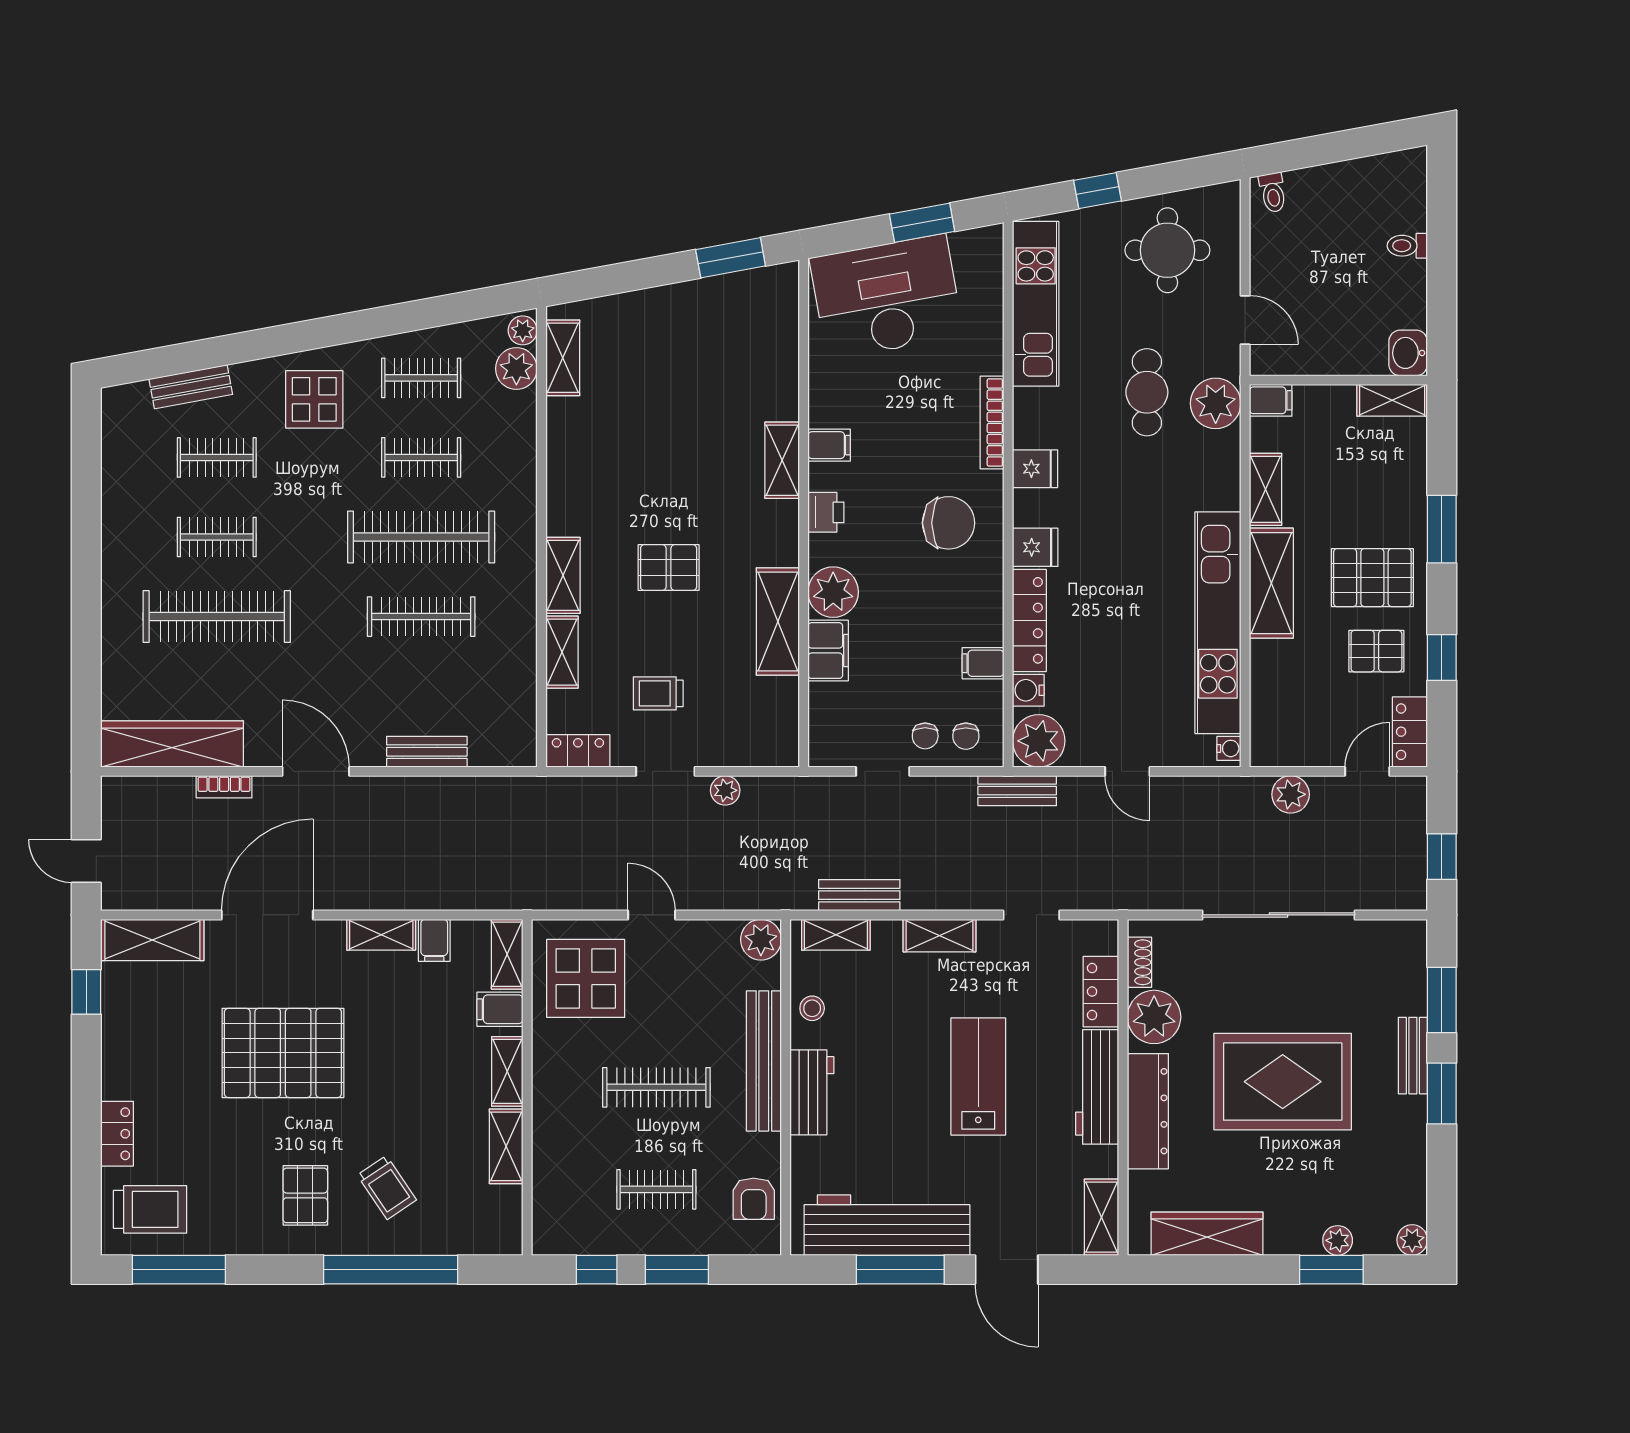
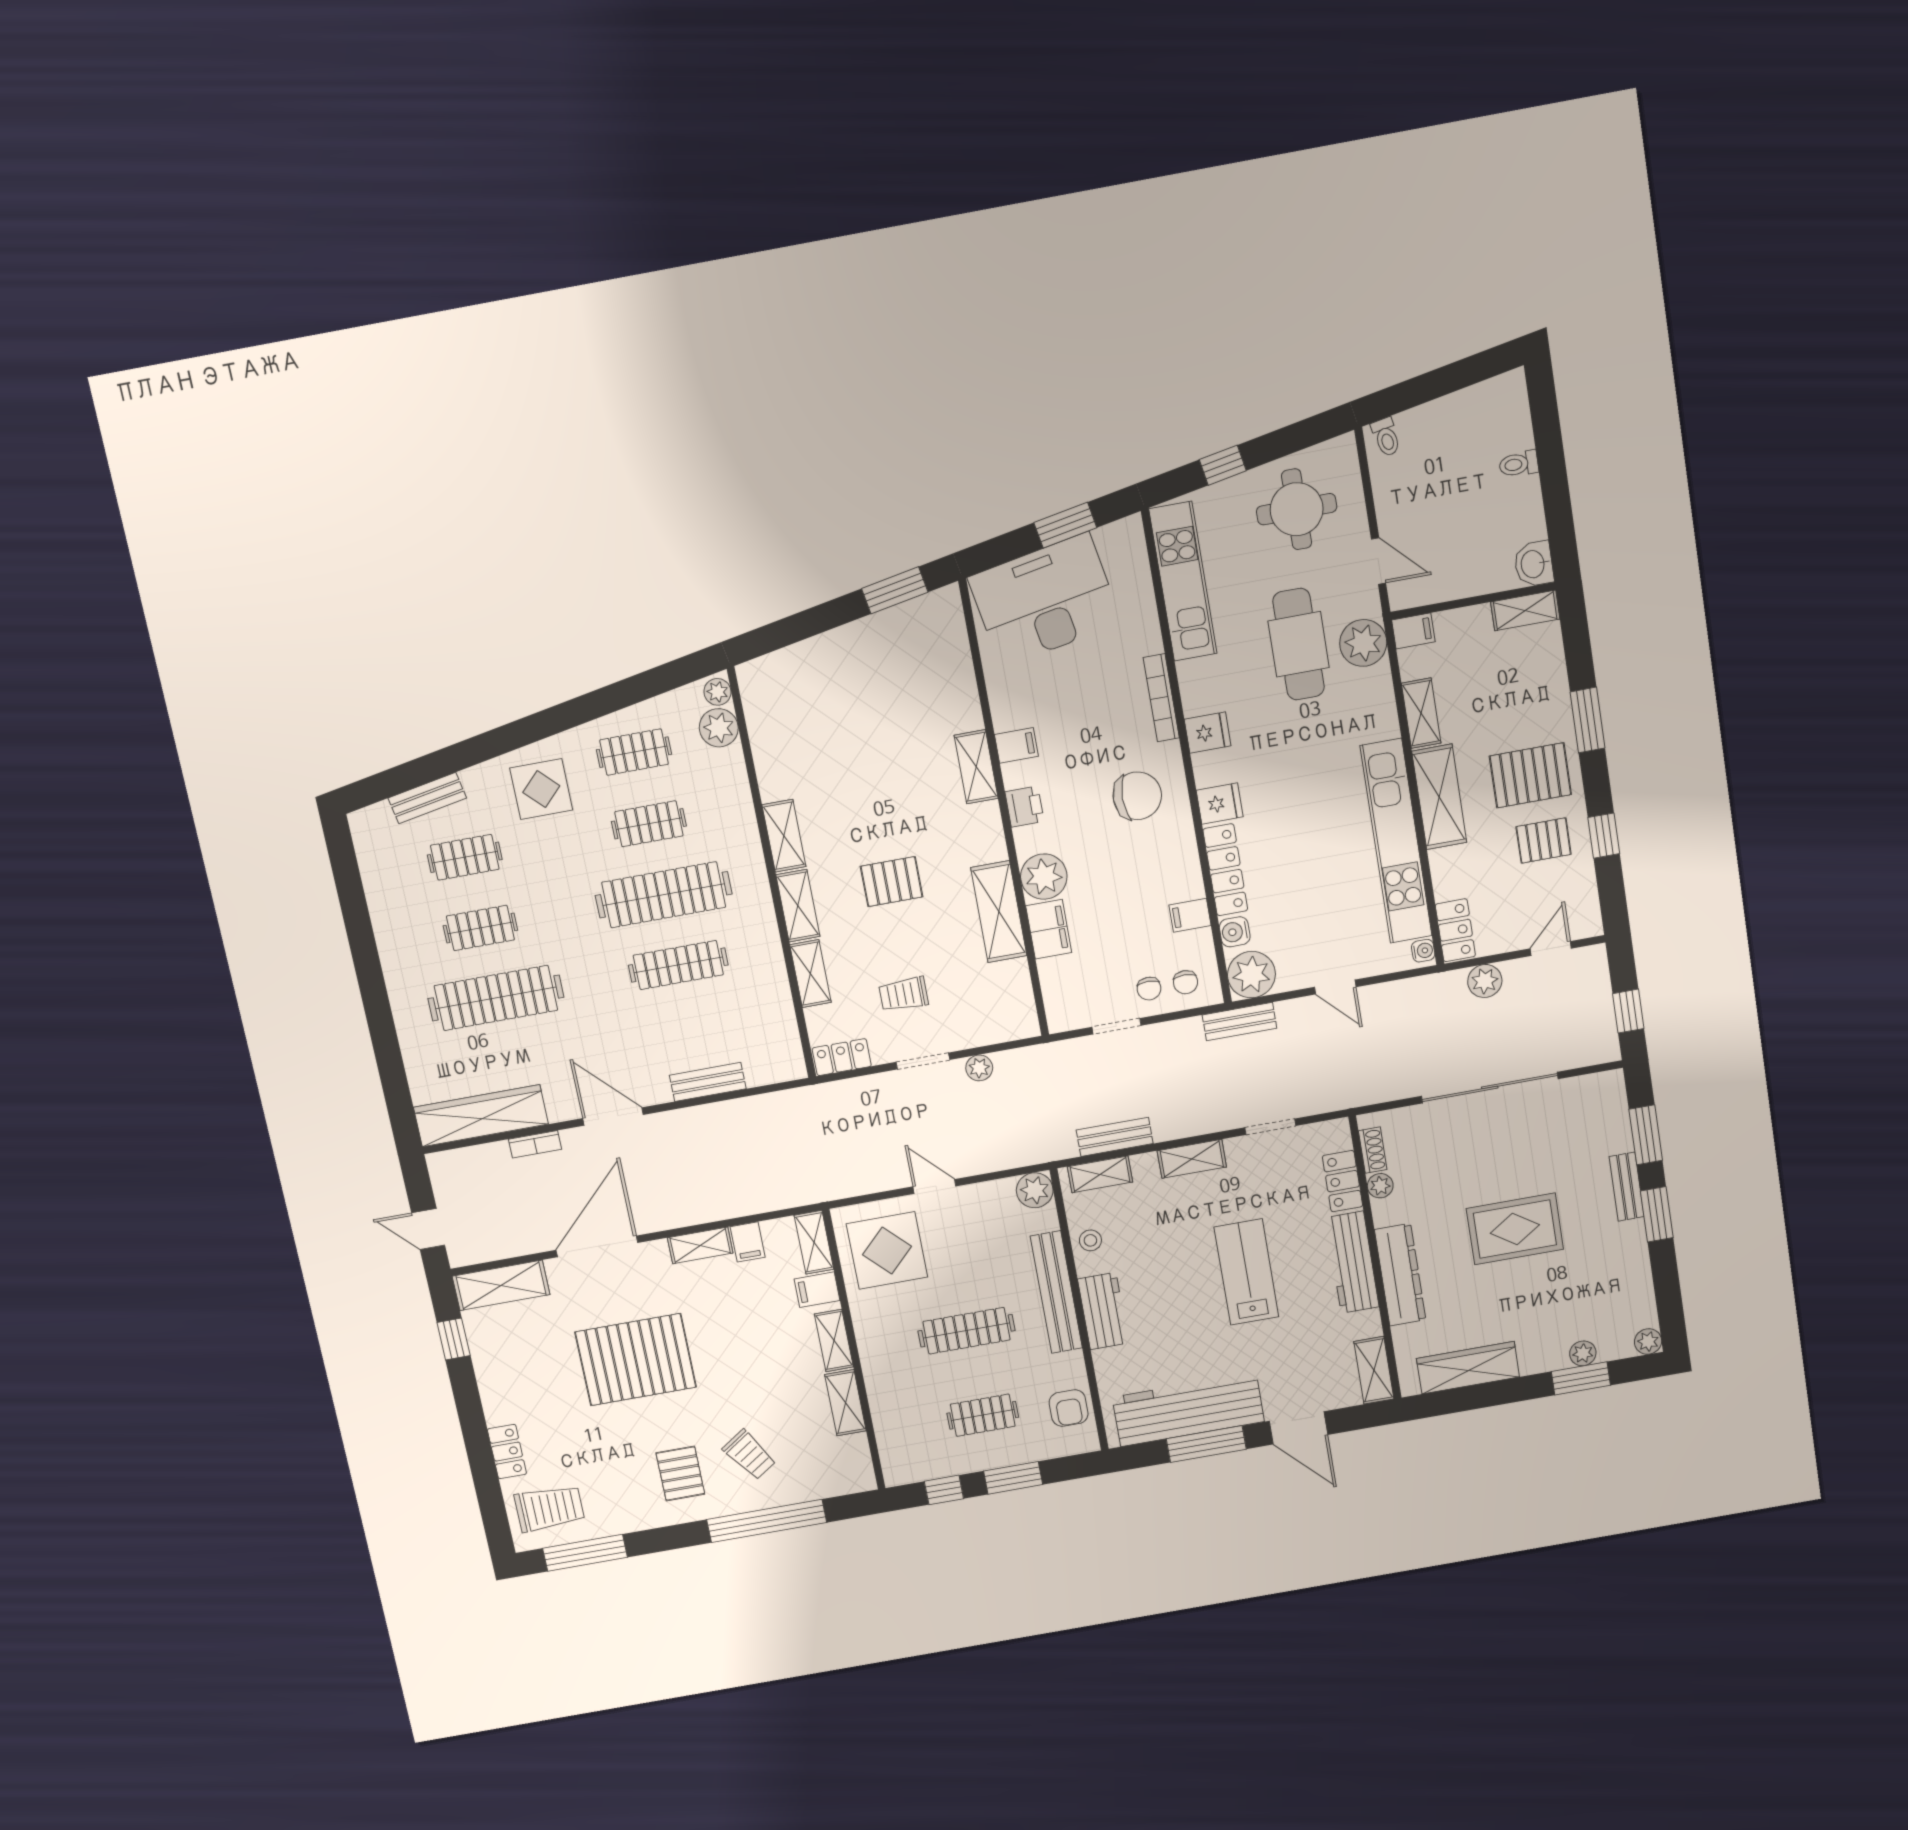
shelving: (563, 358) -> (784, 836), moved
cafe table: (1147, 392) -> (1299, 644), width x1.37, depth x1.35
locker: (1410, 732) -> (1455, 930), moved, turned 180
plant: (1154, 1017) -> (1380, 1186), width x0.53, depth x0.53
rug: (1283, 1082) -> (1515, 1229), width x0.73, depth x0.69

